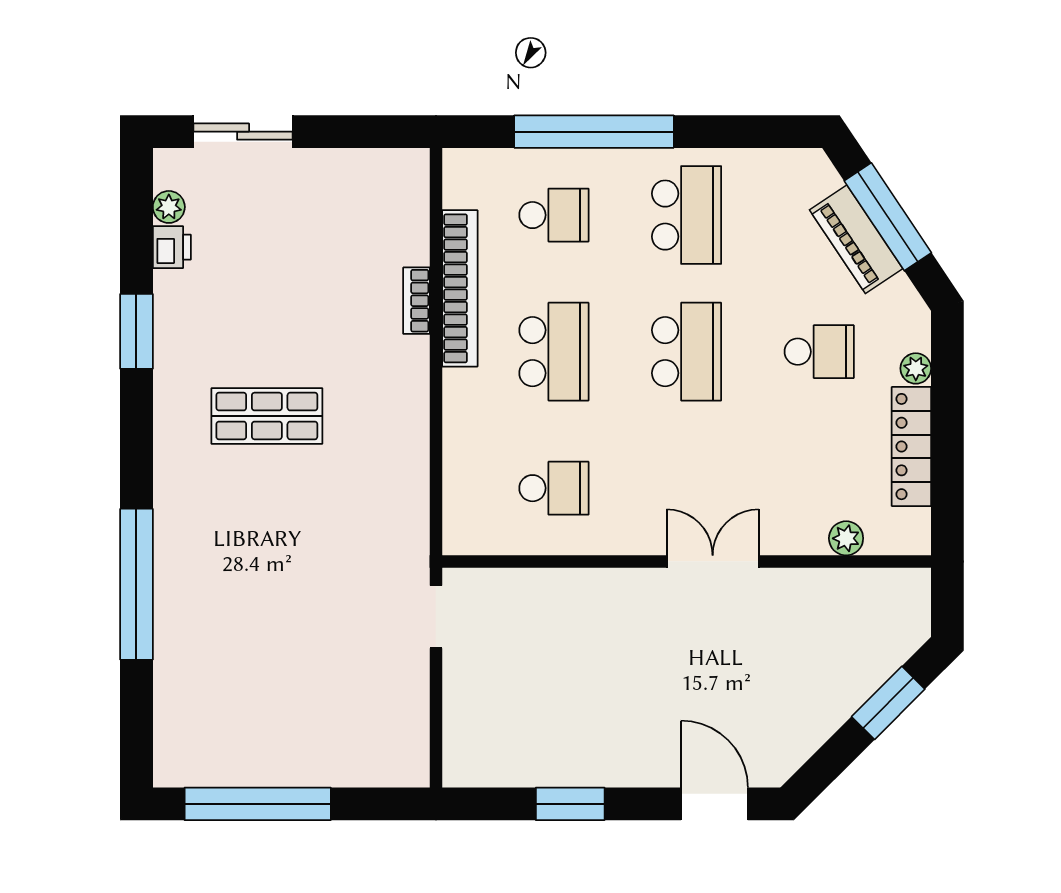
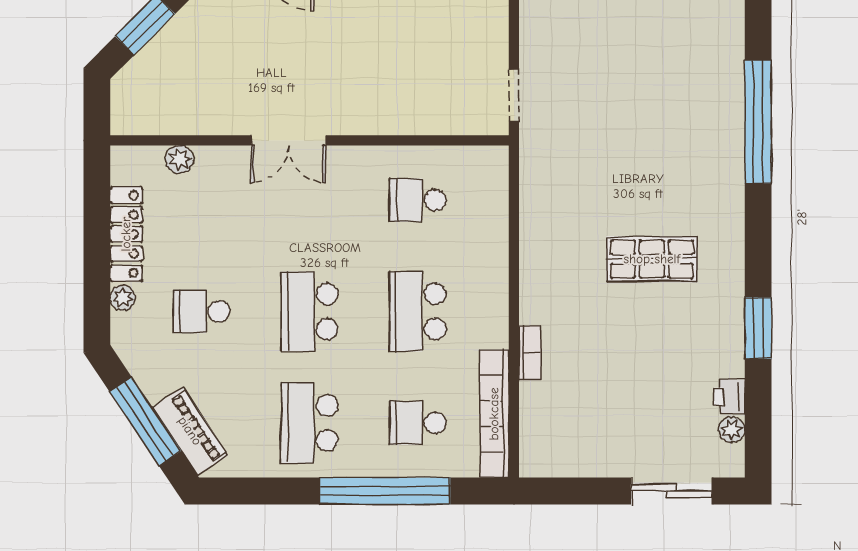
piano: (856, 239) -> (190, 431), moved
bookcase: (460, 288) -> (494, 414), moved

